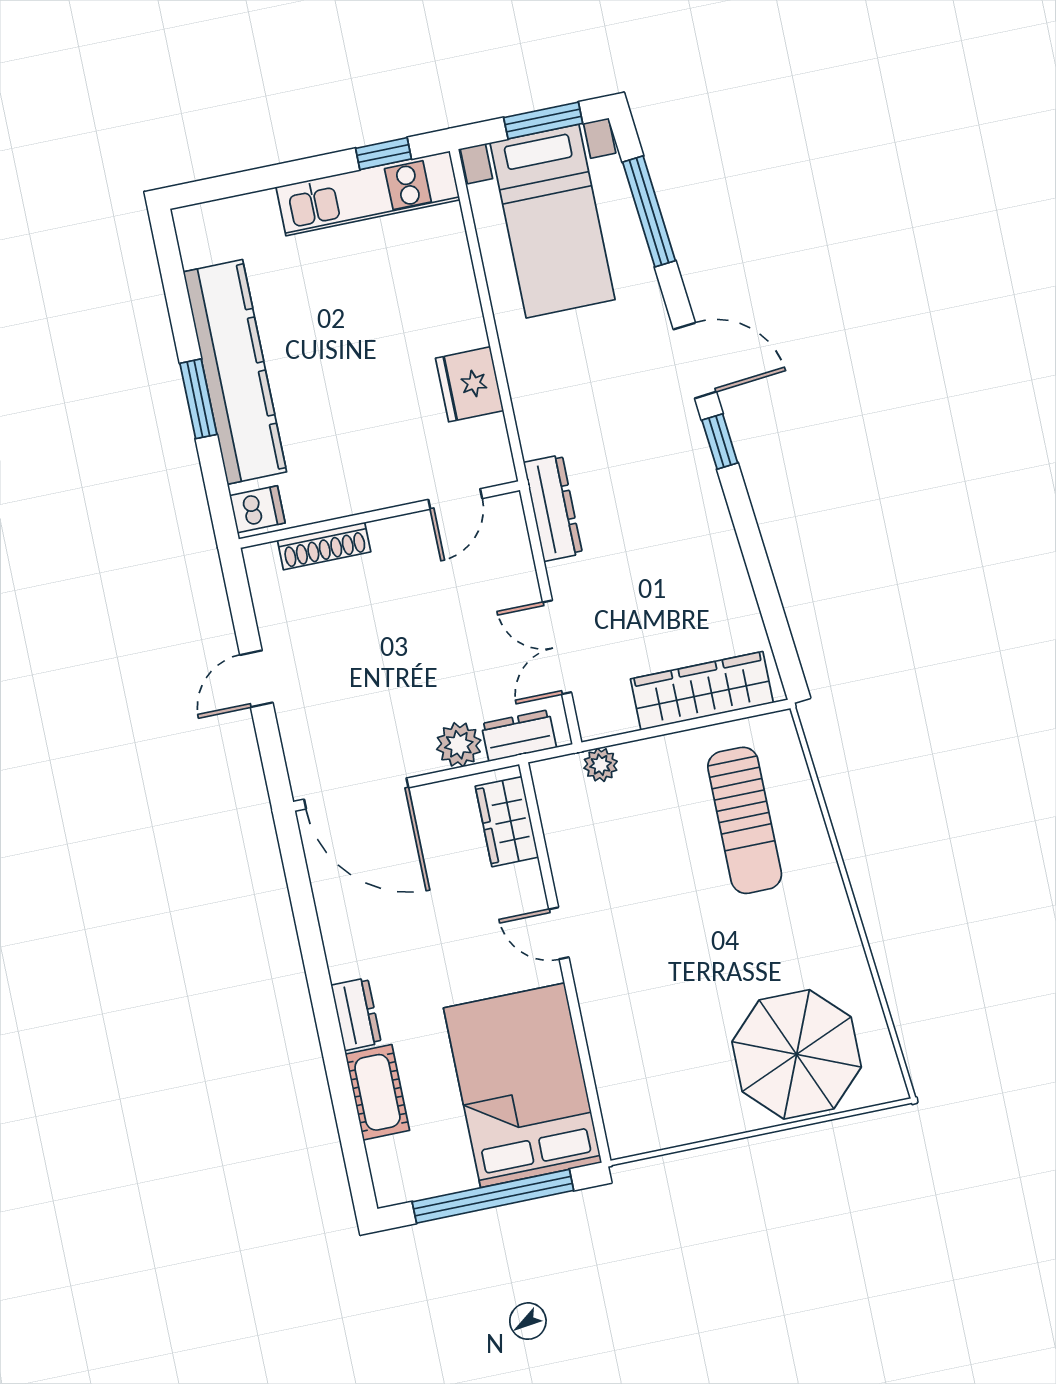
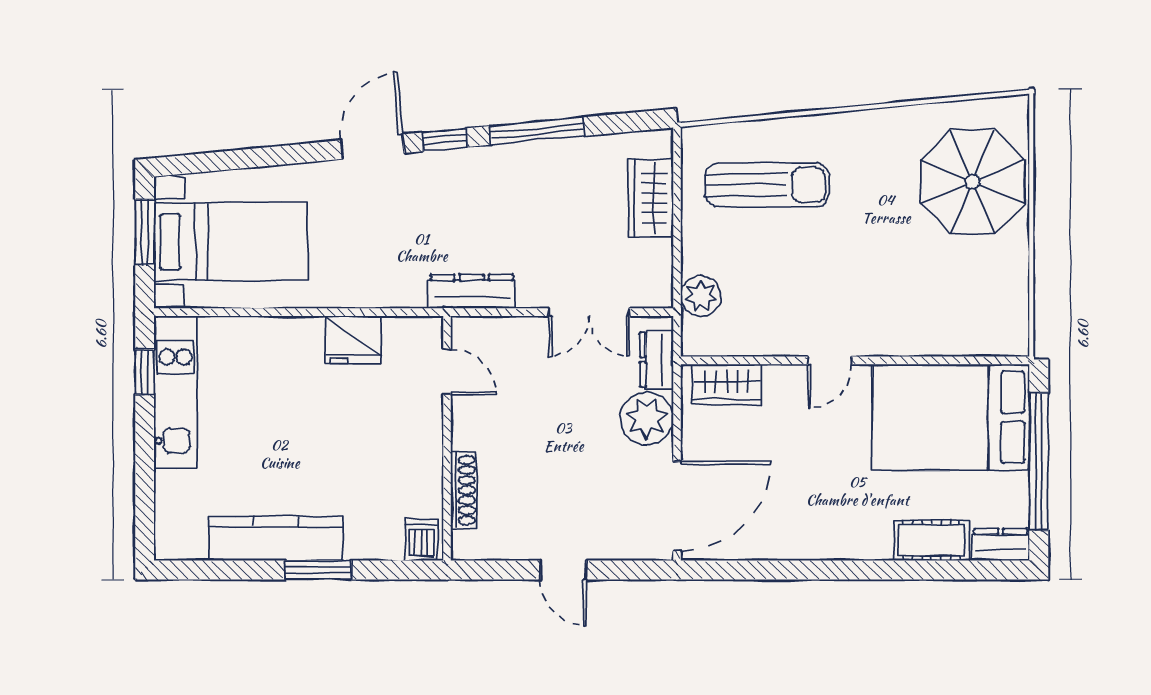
window: (649, 211) -> (537, 131), moved
kitchen counter: (235, 372) -> (276, 538), width x0.72, depth x0.86
wardrobe: (702, 691) -> (651, 198), width x0.67
plant: (459, 745) -> (647, 419), width x1.36, depth x1.36
plant: (601, 765) -> (701, 296), width x1.38, depth x1.38
dresser: (356, 1014) -> (1001, 545), moved

